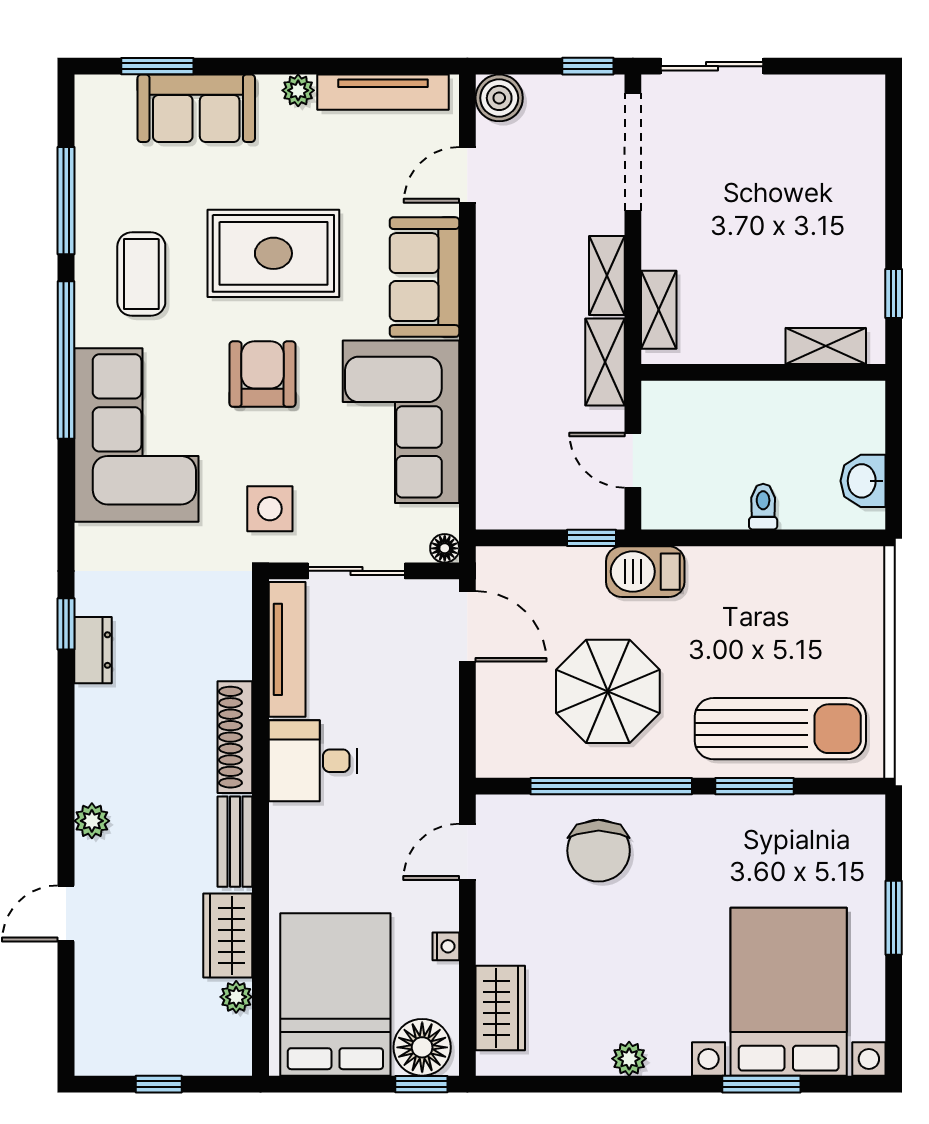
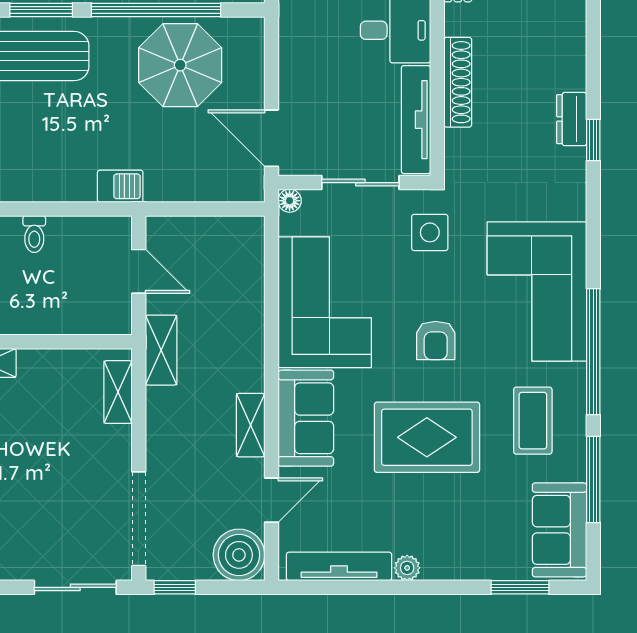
boiler: (499, 98) -> (239, 555), width x1.37, depth x1.37
sofa: (196, 108) -> (559, 530), moved, turned -90
shelving: (607, 275) -> (251, 425), moved
armchair: (263, 374) -> (436, 340), width x0.72, depth x0.72
window: (591, 538) -> (172, 209), removed
barbecue: (645, 572) -> (120, 186), width x0.73, depth x0.79
parasol: (608, 691) -> (180, 65), moved
shoe rack: (235, 737) -> (458, 82), moved

